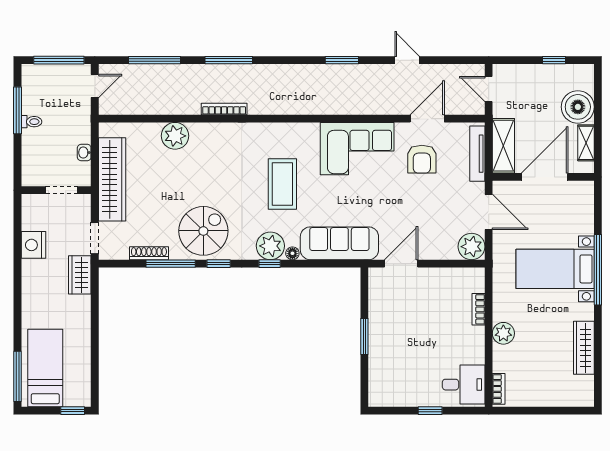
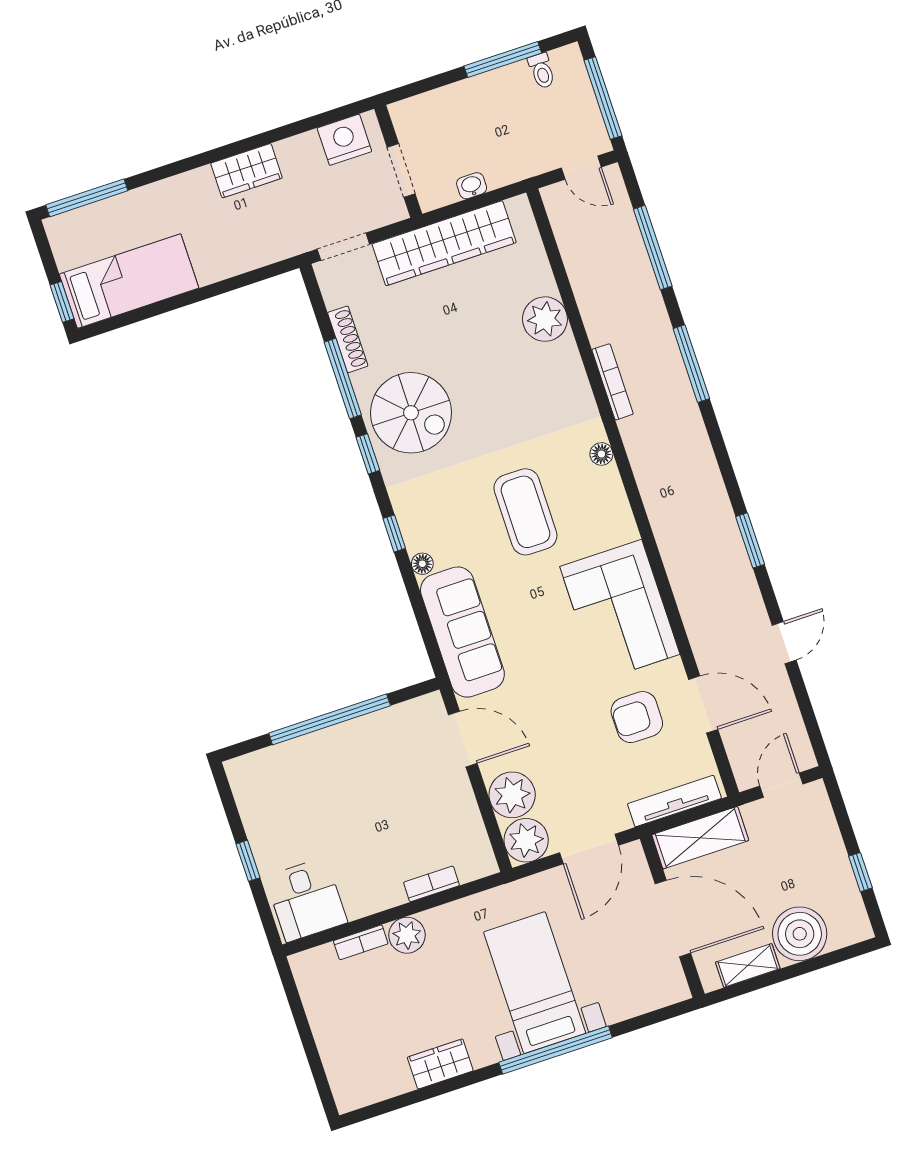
toilet: (31, 122) -> (542, 71), moved
floor lamp: (264, 129) -> (601, 454), added
coffee table: (282, 184) -> (525, 512), turned 90
nightstand: (33, 245) -> (344, 140), moved
plant: (270, 246) -> (512, 795), moved
wardrobe: (80, 275) -> (246, 171), moved, turned 180
window: (364, 337) -> (330, 719), width x2.11
wardrobe: (584, 348) -> (440, 1064), width x0.67
bed: (45, 368) -> (129, 281), moved
bookcase: (499, 389) -> (361, 942), moved

